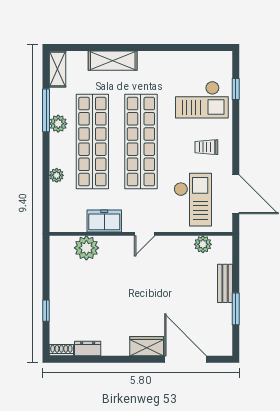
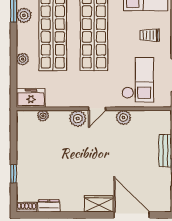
freezer: (104, 221) -> (31, 98), moved
plant: (203, 244) -> (124, 118), moved
plant: (122, 245) -> (78, 118), added
plant: (86, 248) -> (43, 116), width x0.53, depth x0.53

